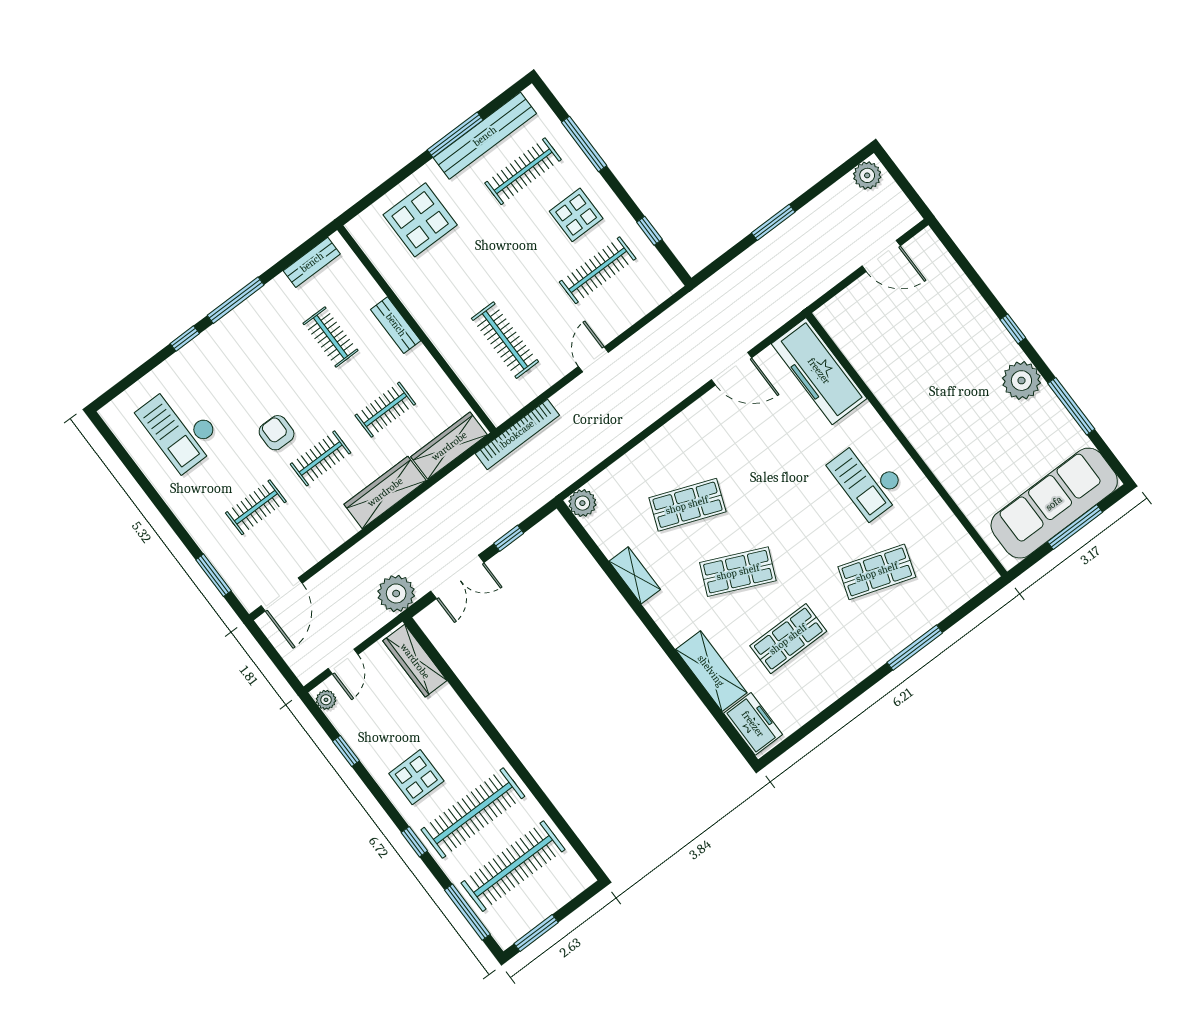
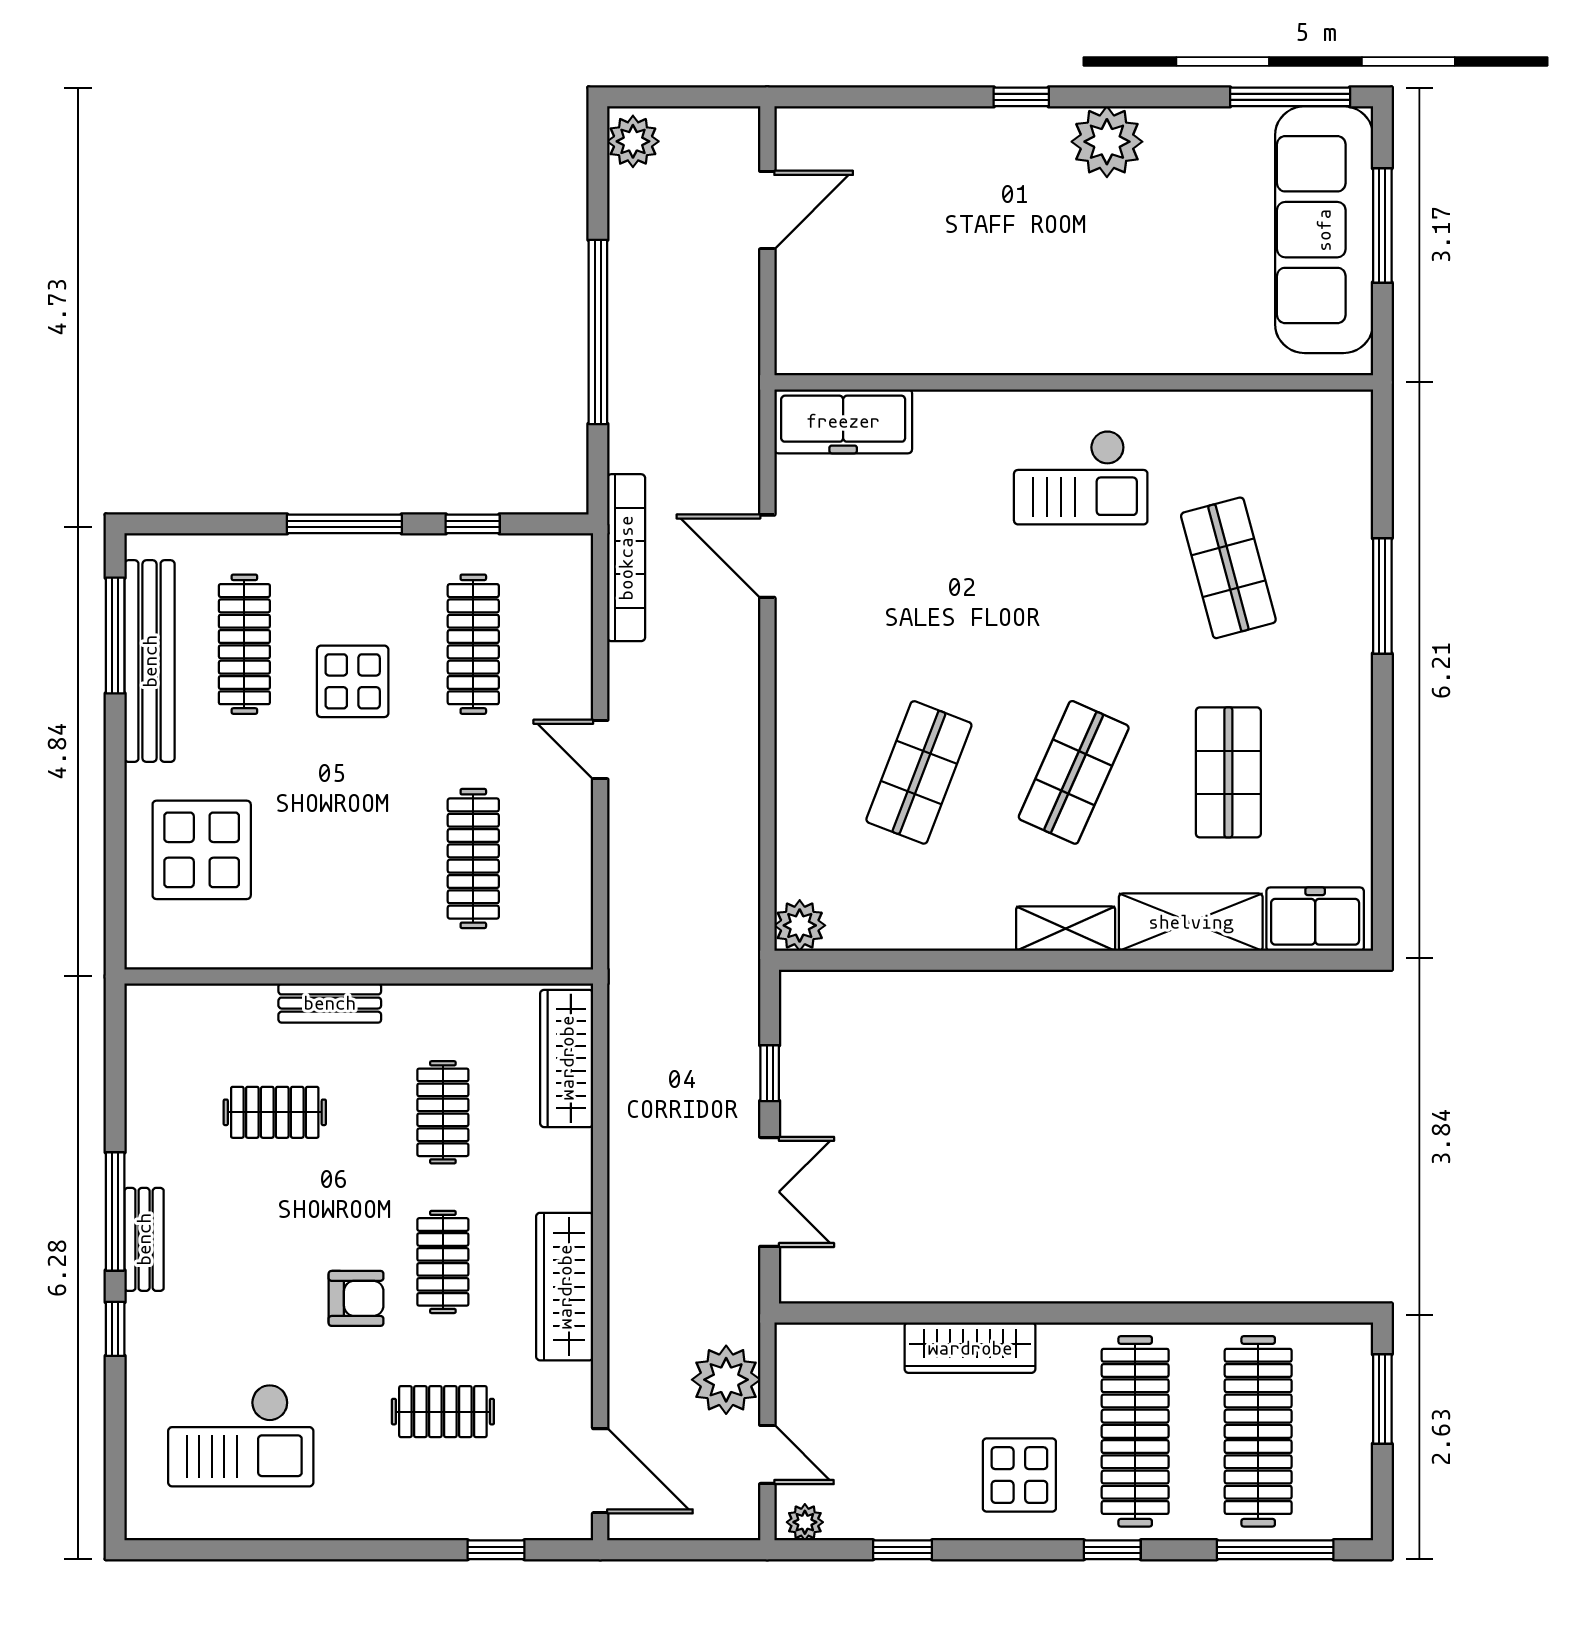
window: (455, 135) -> (115, 636), moved
window: (584, 144) -> (344, 524), moved
display table: (576, 215) -> (353, 681), moved
window: (773, 222) -> (598, 332), width x2.11
bench: (312, 262) -> (144, 1239), moved
clothes rail: (505, 340) -> (473, 859), turned 90
door: (732, 369) -> (767, 556), swing flipped
freezer: (819, 371) -> (843, 421), width x0.73, depth x0.79
window: (1071, 406) -> (1290, 97), moved
armchair: (277, 433) -> (356, 1298), turned 180
bookcase: (517, 434) -> (626, 558), moved
wardrobe: (385, 492) -> (565, 1287), moved
clothes rail: (256, 507) -> (443, 1412), turned 90
shop shelf: (877, 572) -> (1228, 568), turned -33
window: (213, 575) -> (496, 1550), width x0.67
shelving: (635, 575) -> (1066, 929), moved
plant: (396, 593) -> (726, 1380), moved
wardrobe: (415, 661) -> (970, 1348), moved
window: (536, 933) -> (1382, 1399), moved

